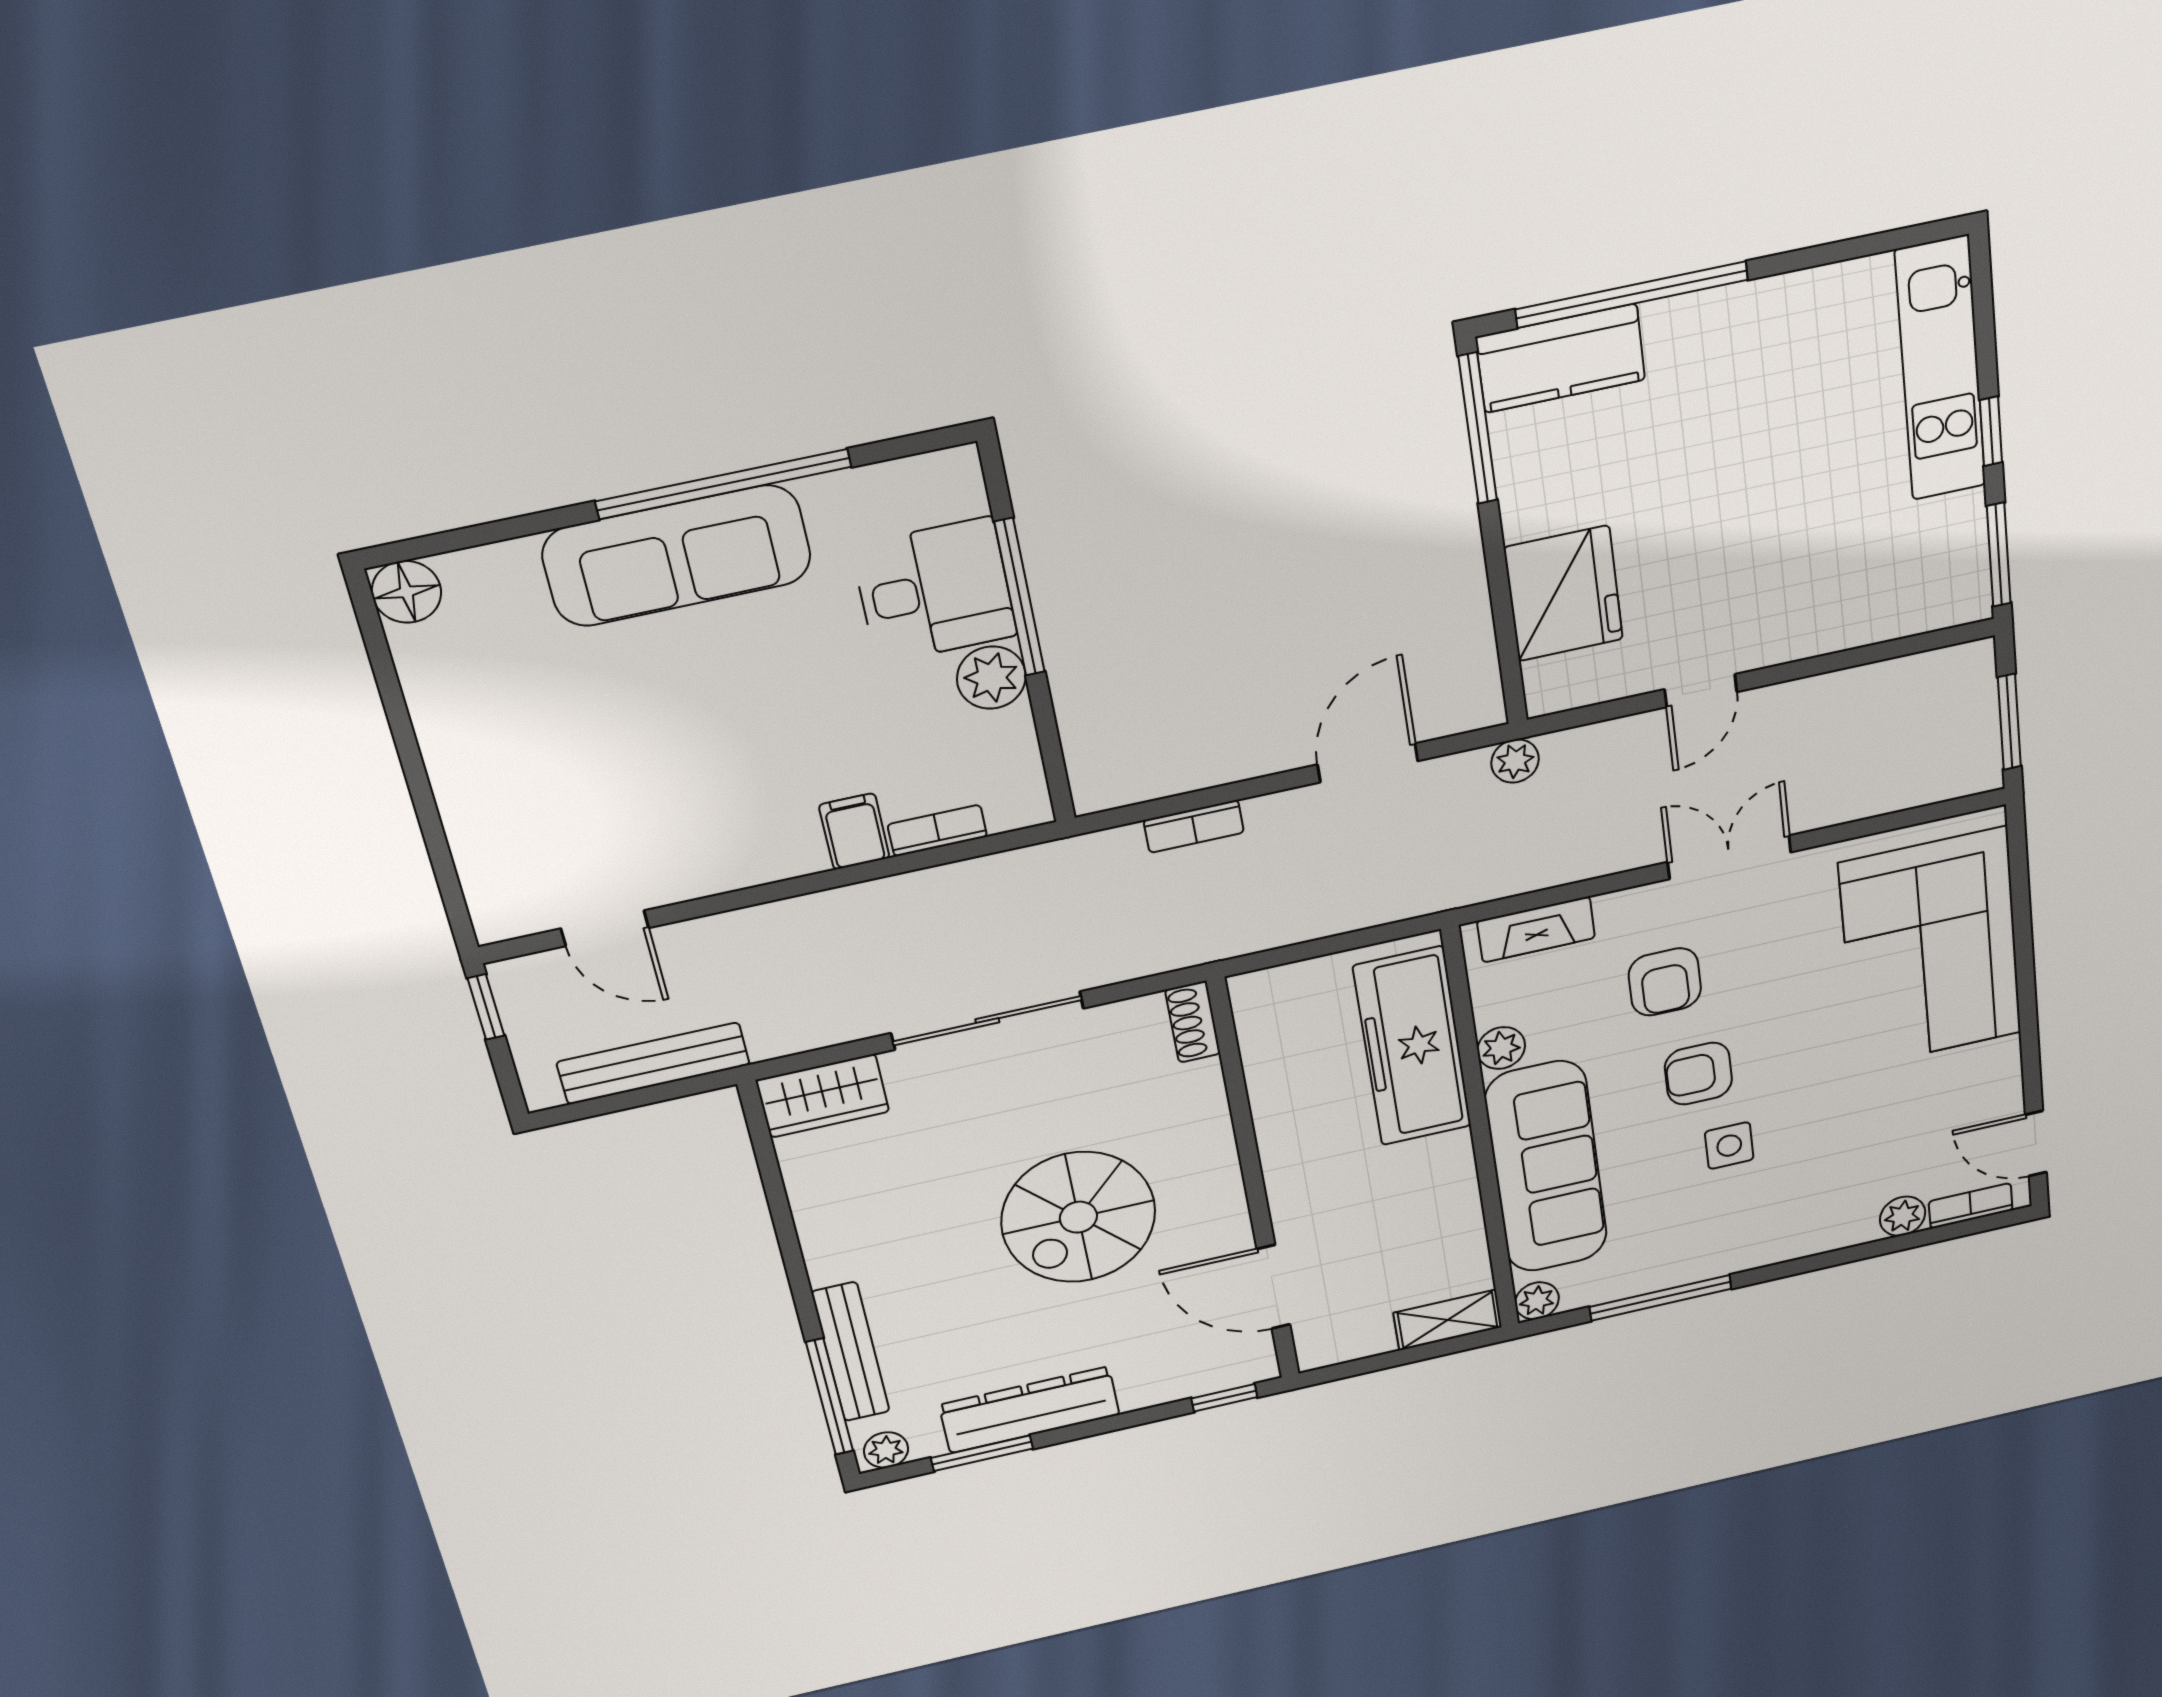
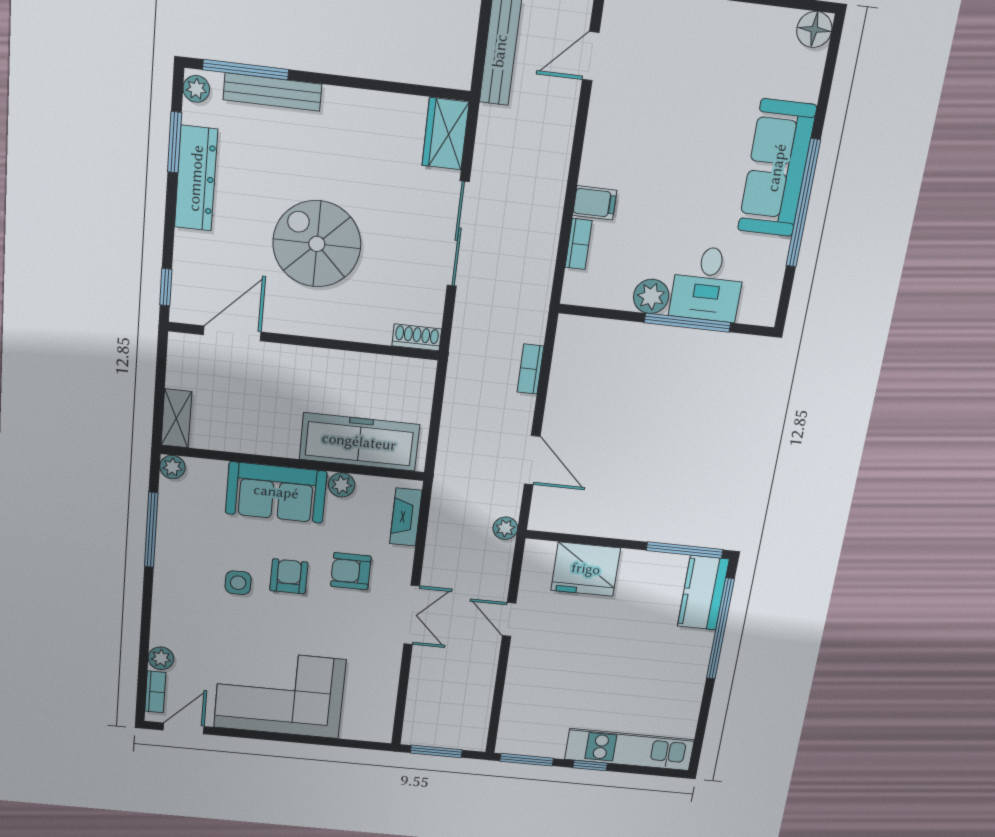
corner sofa: (1931, 949) -> (280, 694), moved
sofa: (1546, 1167) -> (276, 492), width x0.73

